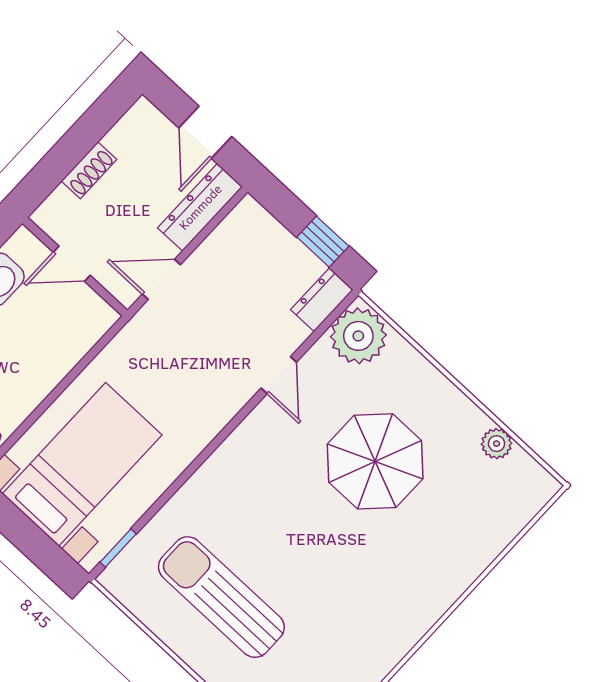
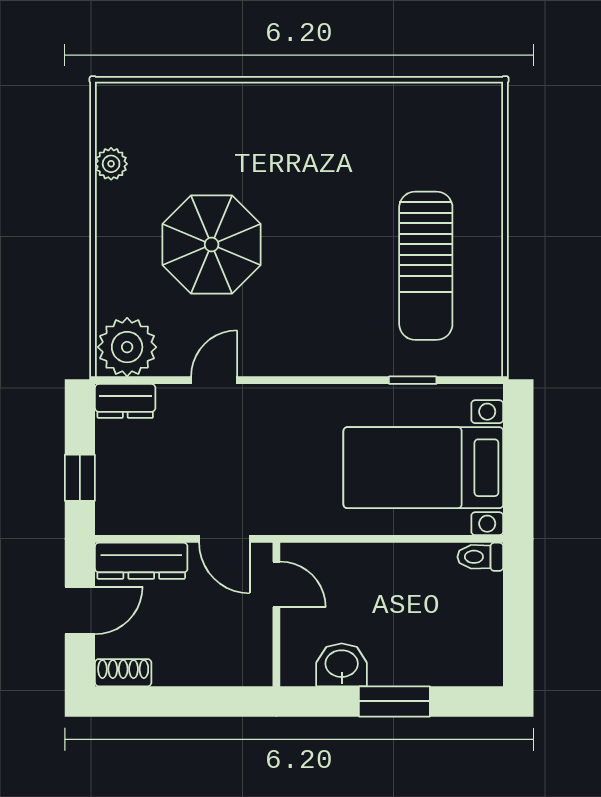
shoe rack: (89, 170) -> (123, 673), moved
window: (323, 242) -> (80, 478), moved
door: (72, 264) -> (276, 584), moved
window: (118, 548) -> (413, 380), moved

